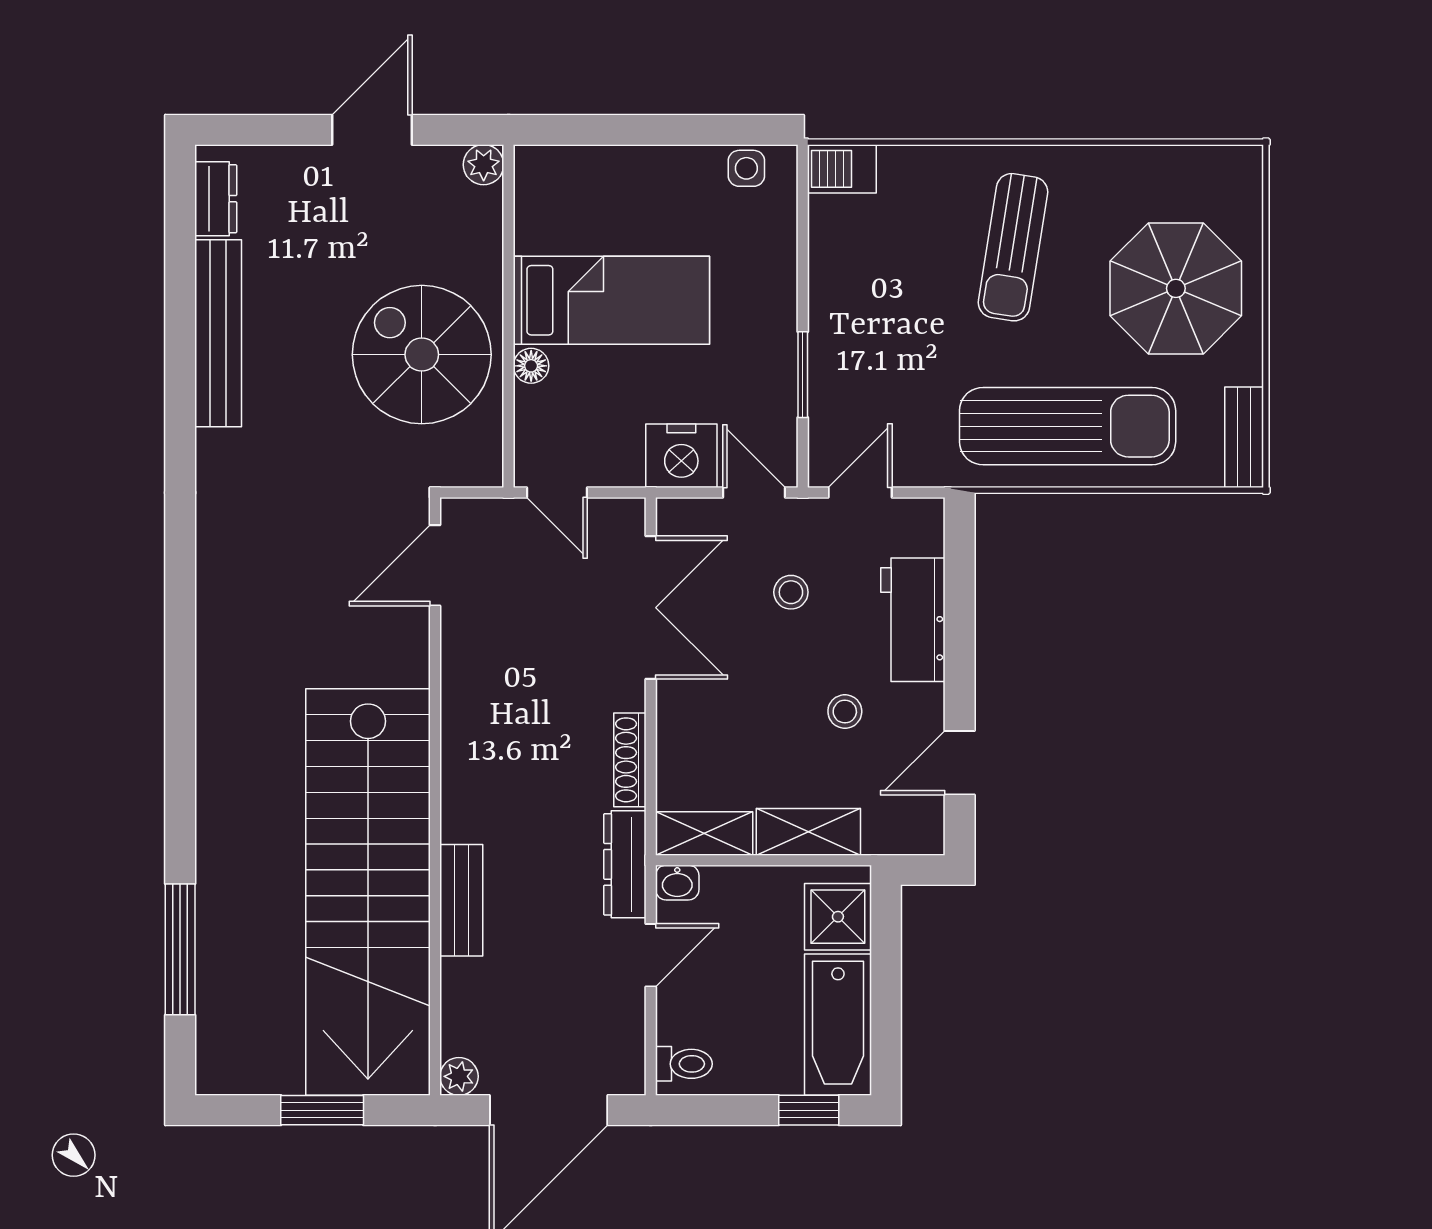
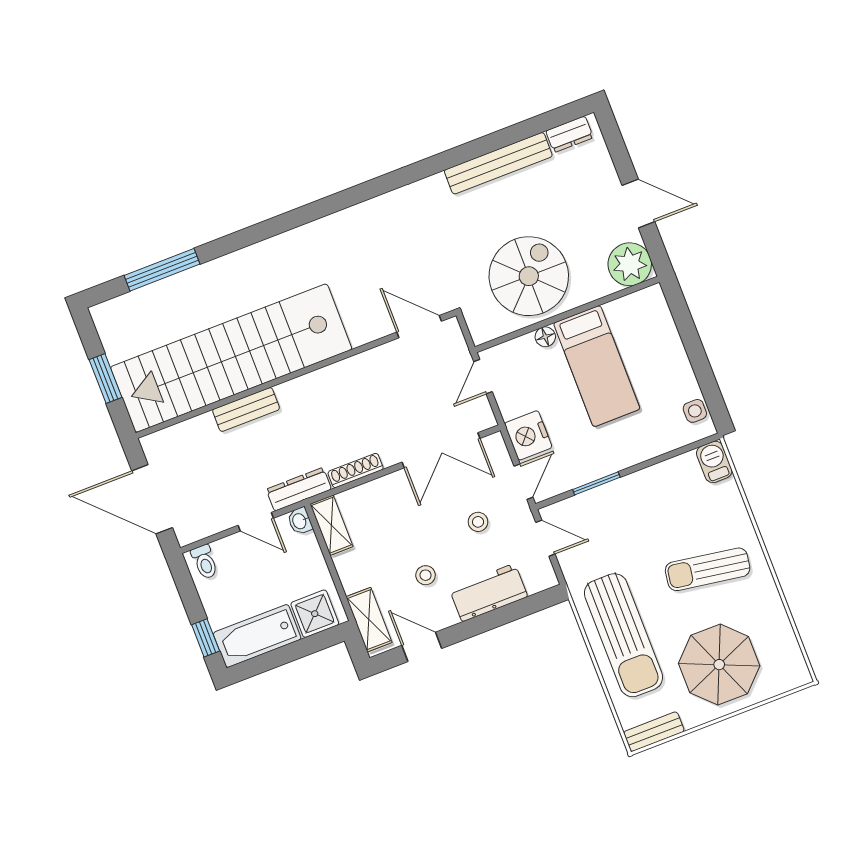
plant: (484, 165) -> (630, 264), width x1.88, depth x1.88
shelving: (808, 832) -> (369, 620), moved
plant: (459, 1076) -> (152, 445), removed

